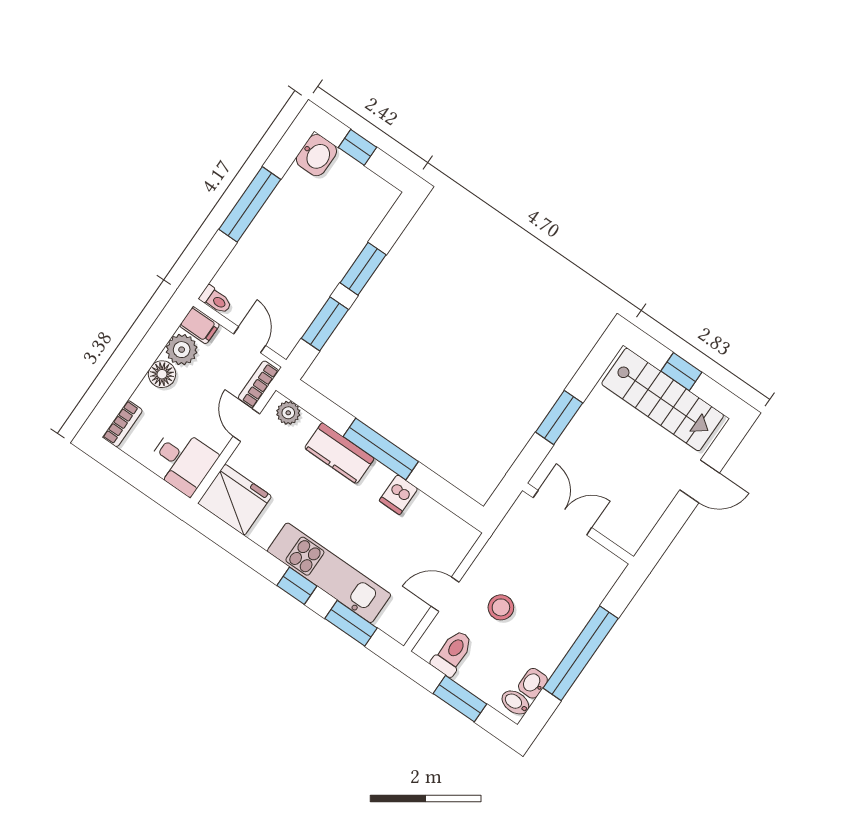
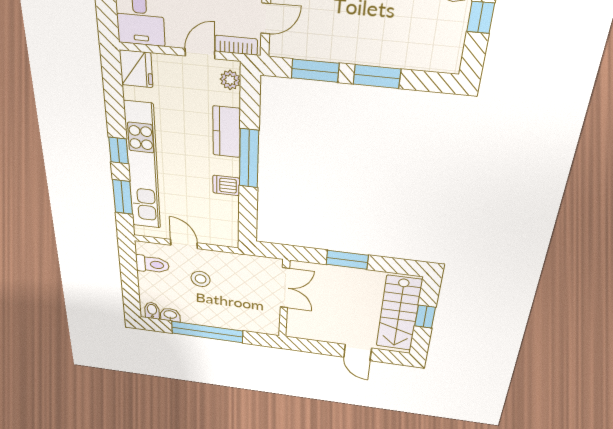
fridge: (235, 500) -> (136, 69), width x0.73, depth x0.75
kitchen unit: (329, 573) -> (143, 167), width x1.36
window: (460, 699) -> (130, 281), removed

